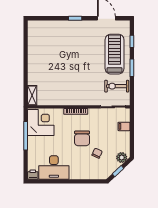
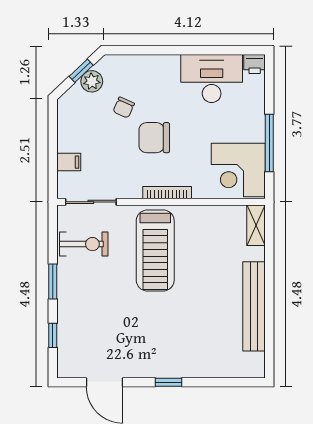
treadmill: (115, 54) -> (155, 250), moved
bench: (33, 56) -> (254, 306), added
chair: (82, 138) -> (154, 138), turned -90
plant: (122, 158) -> (92, 81), moved

